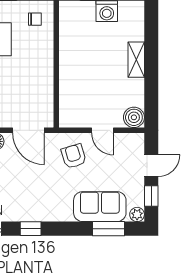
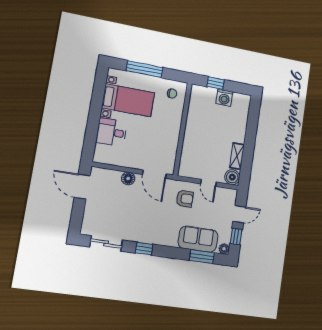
shelving: (136, 60) -> (237, 156), moved
armchair: (74, 156) -> (185, 199), turned 107

